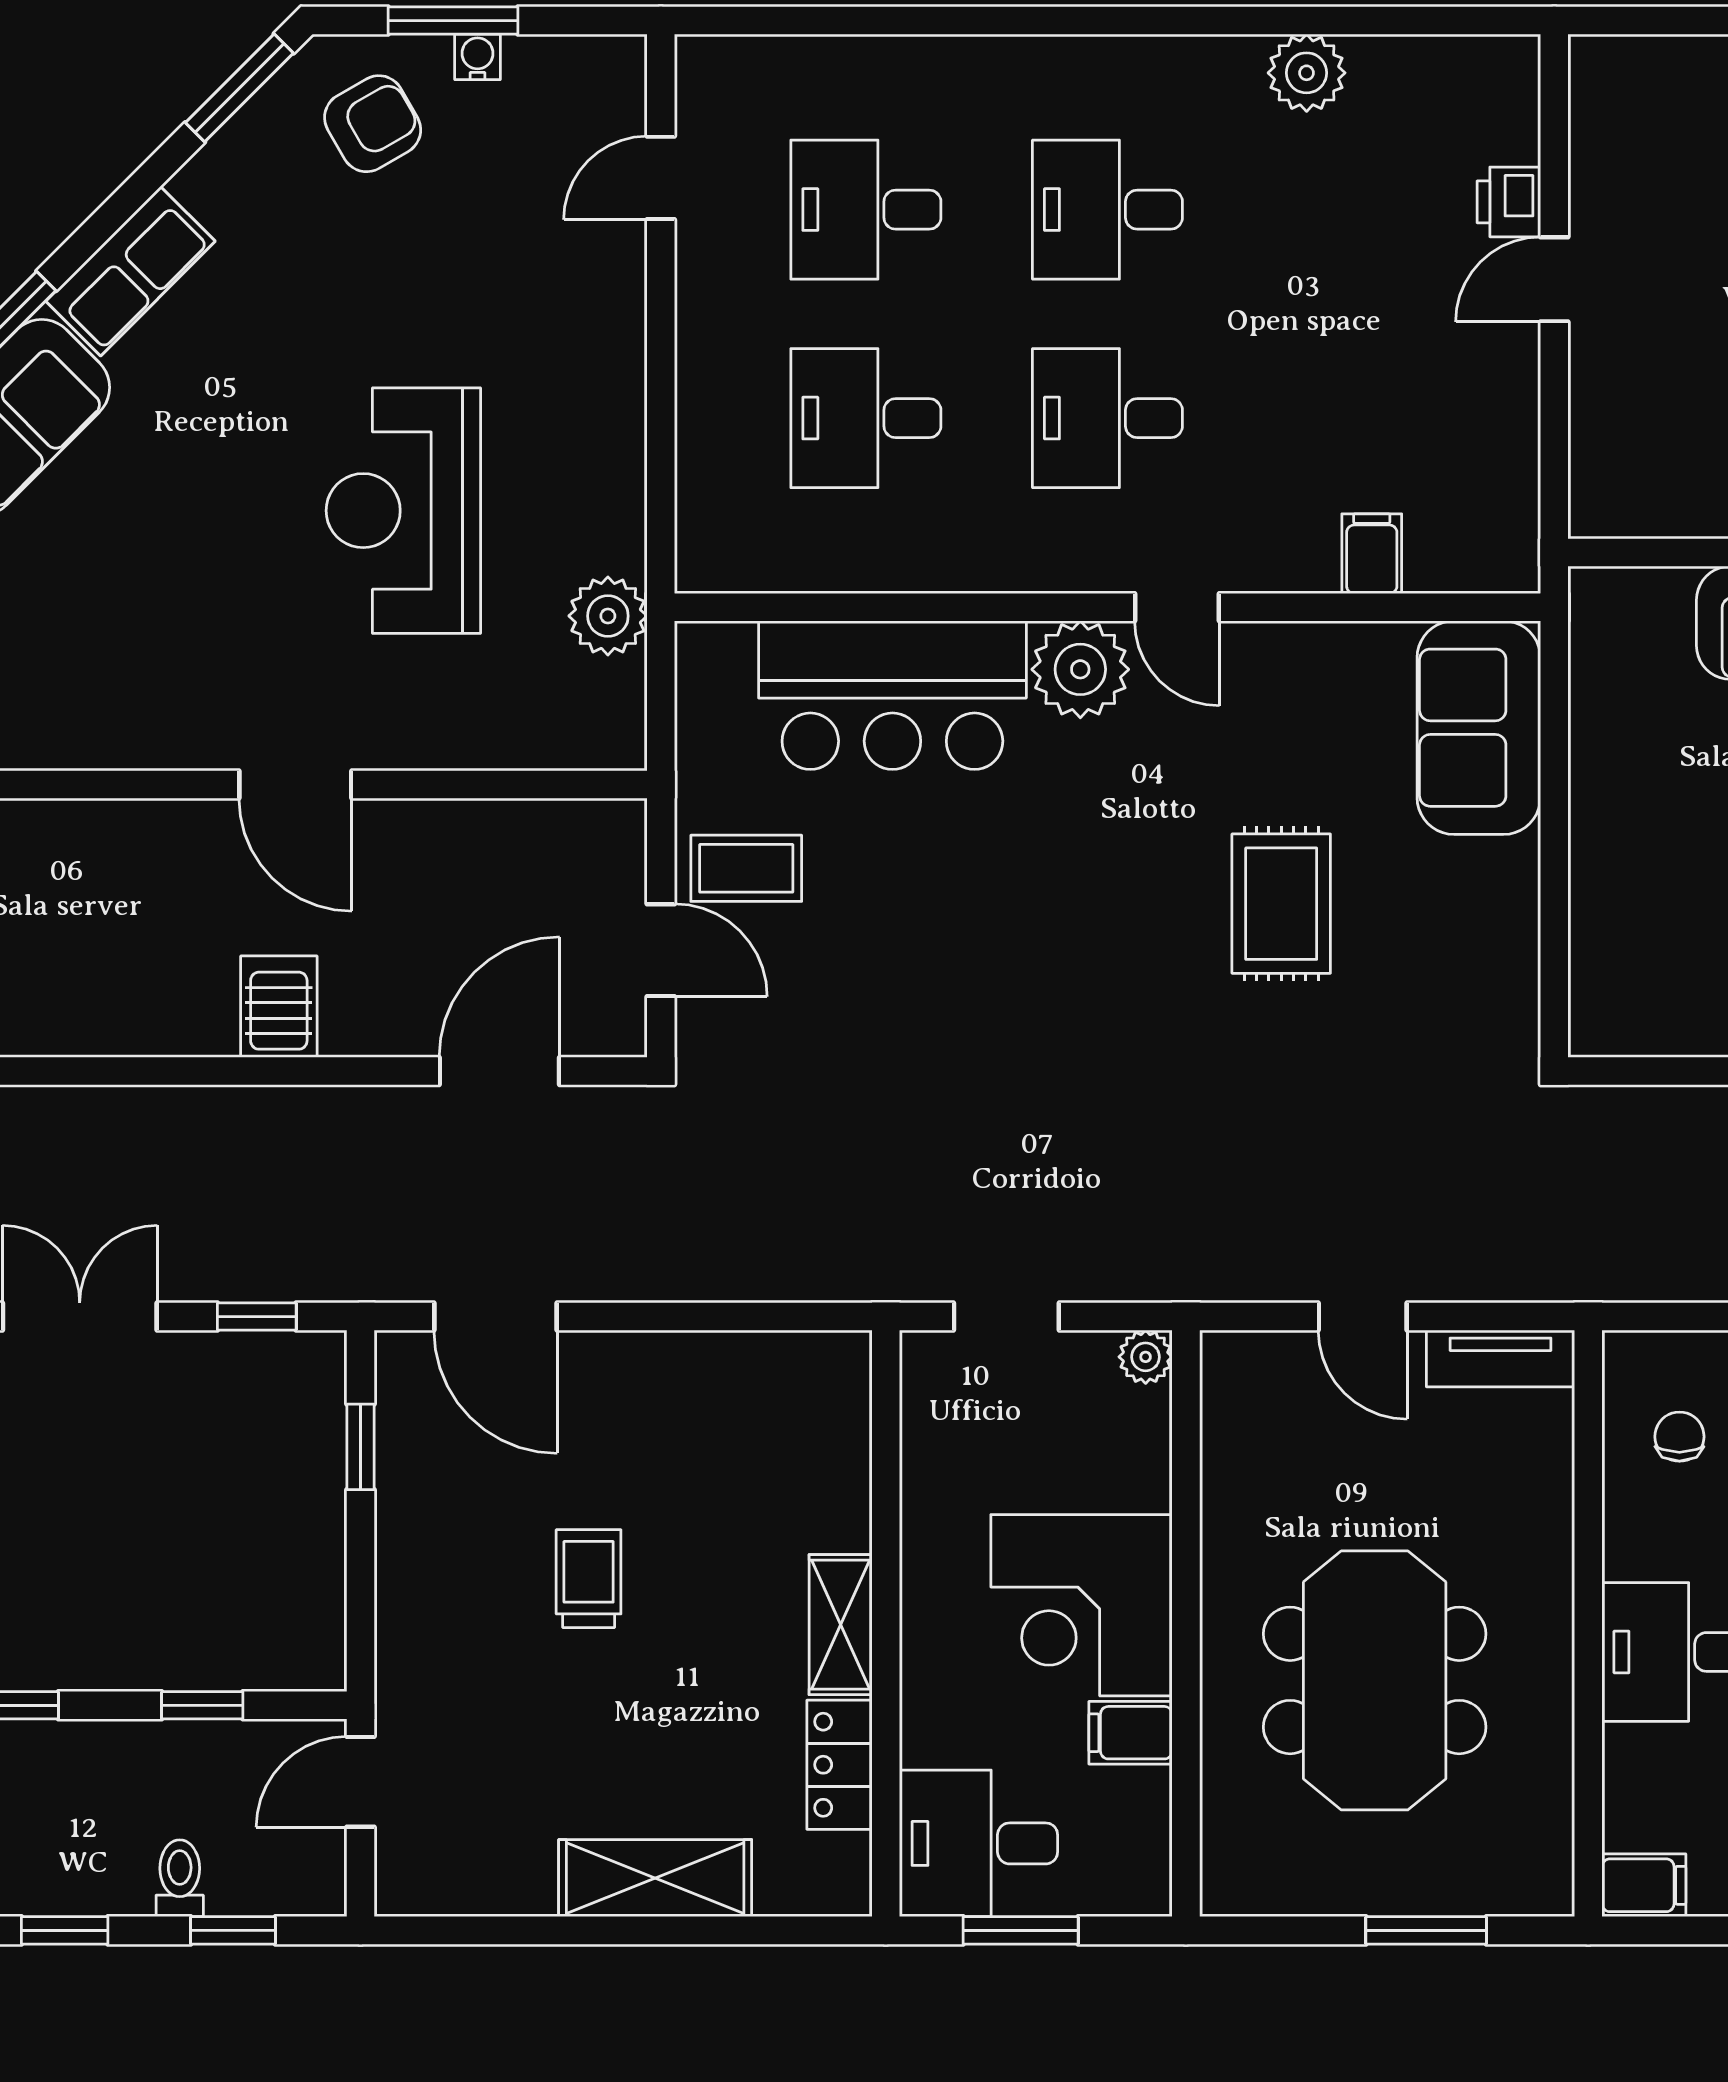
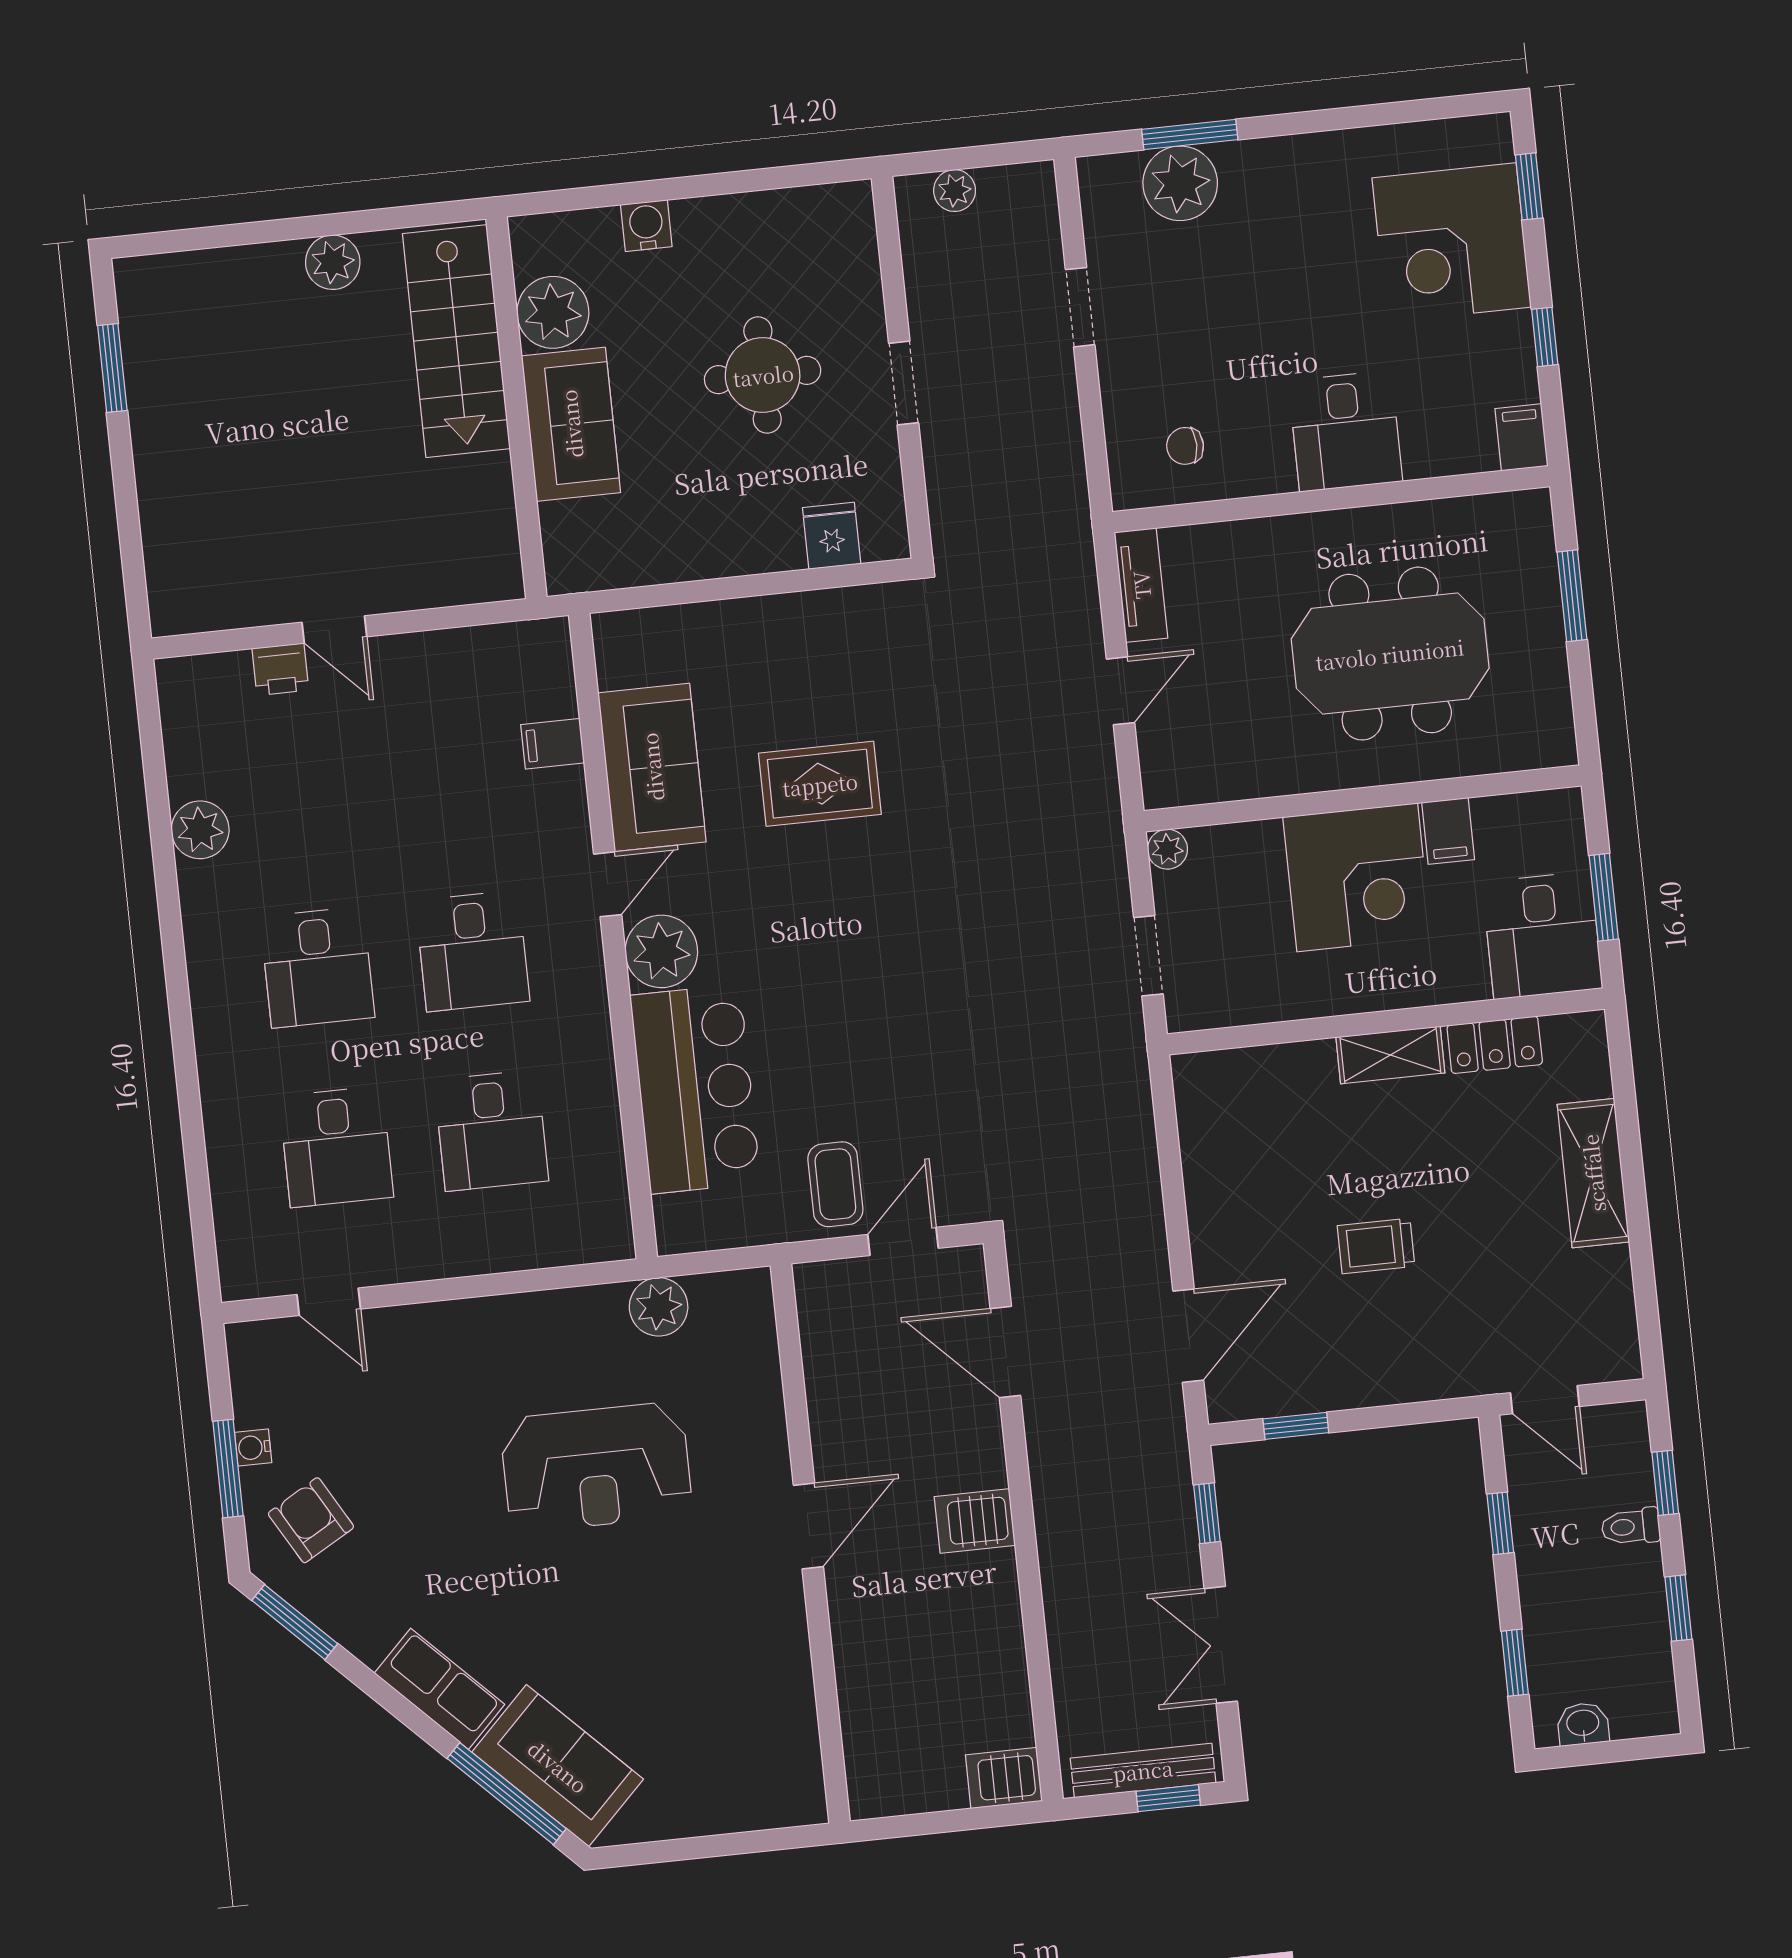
sofa: (1479, 728) -> (652, 767), moved, turned -90
fridge: (1609, 954) -> (832, 536), added

